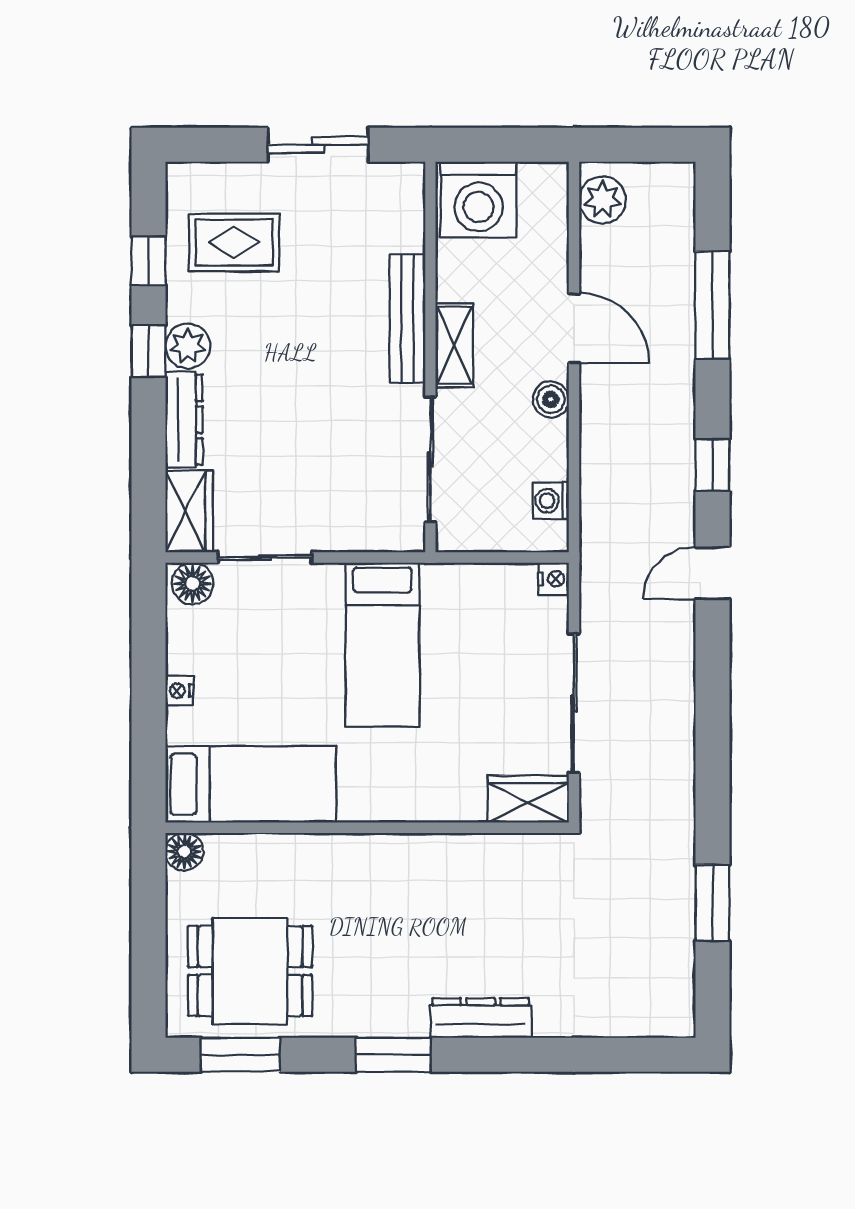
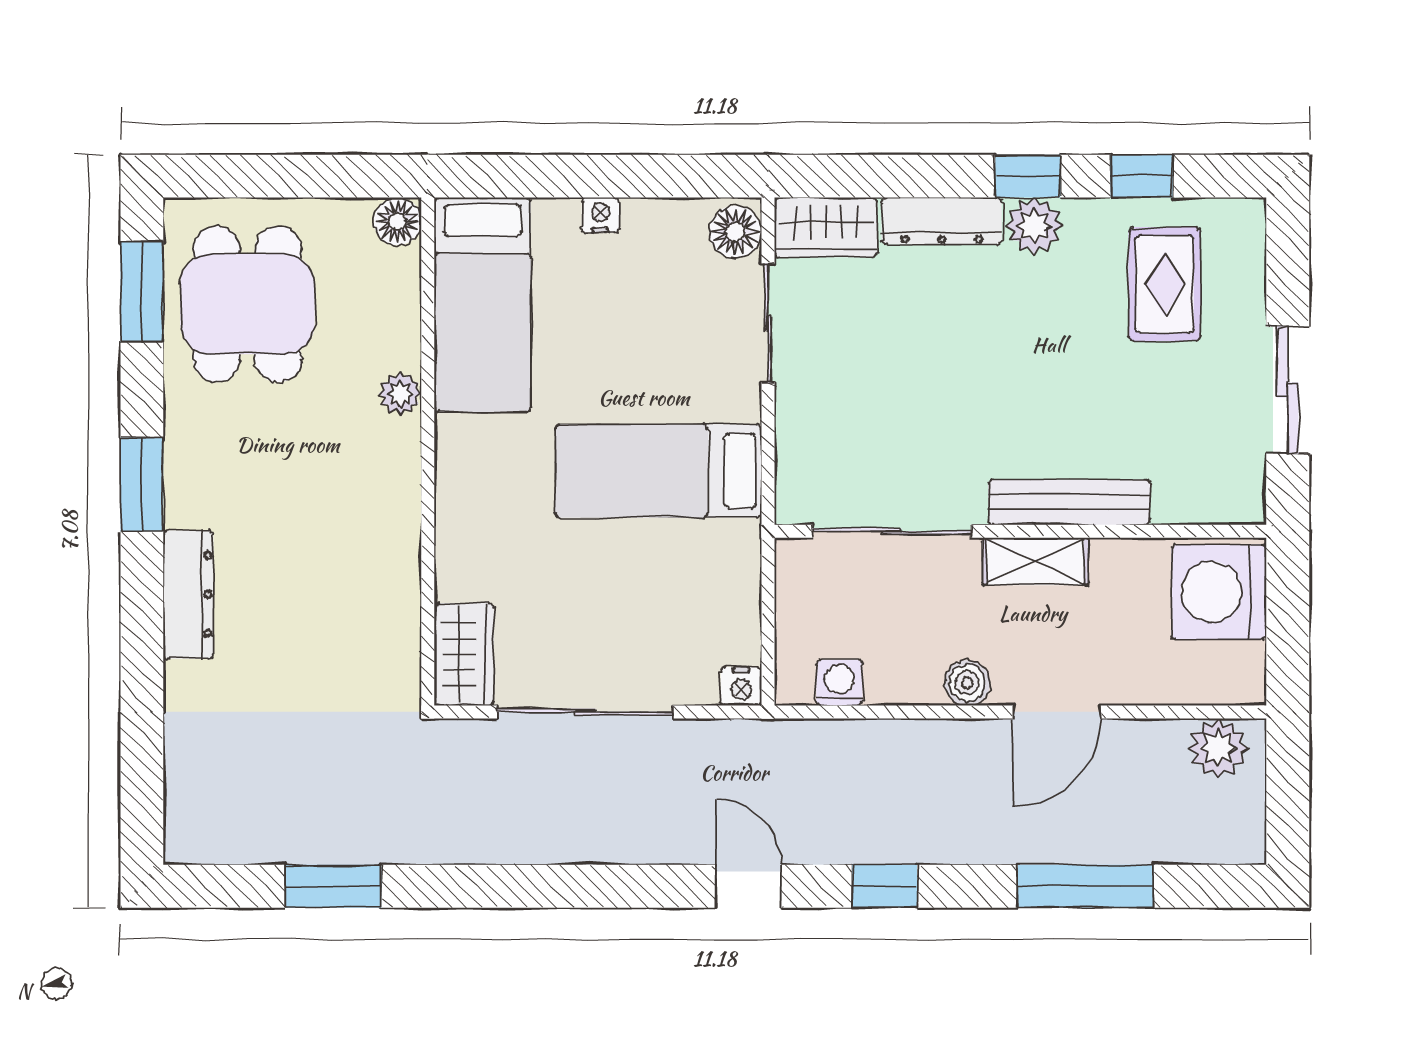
plant: (321, 850) -> (400, 393), added

